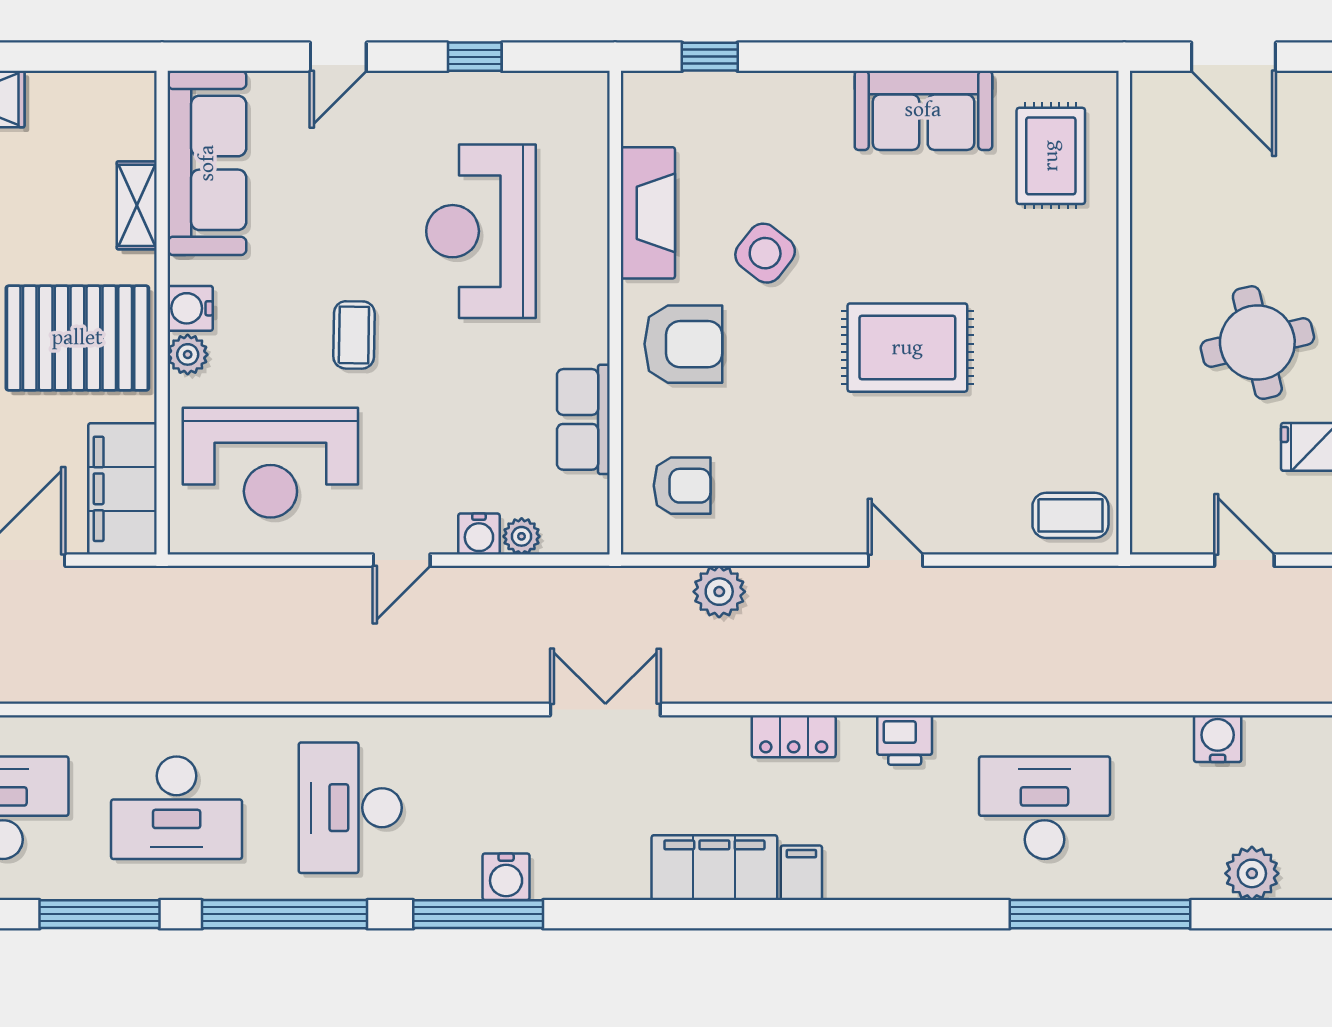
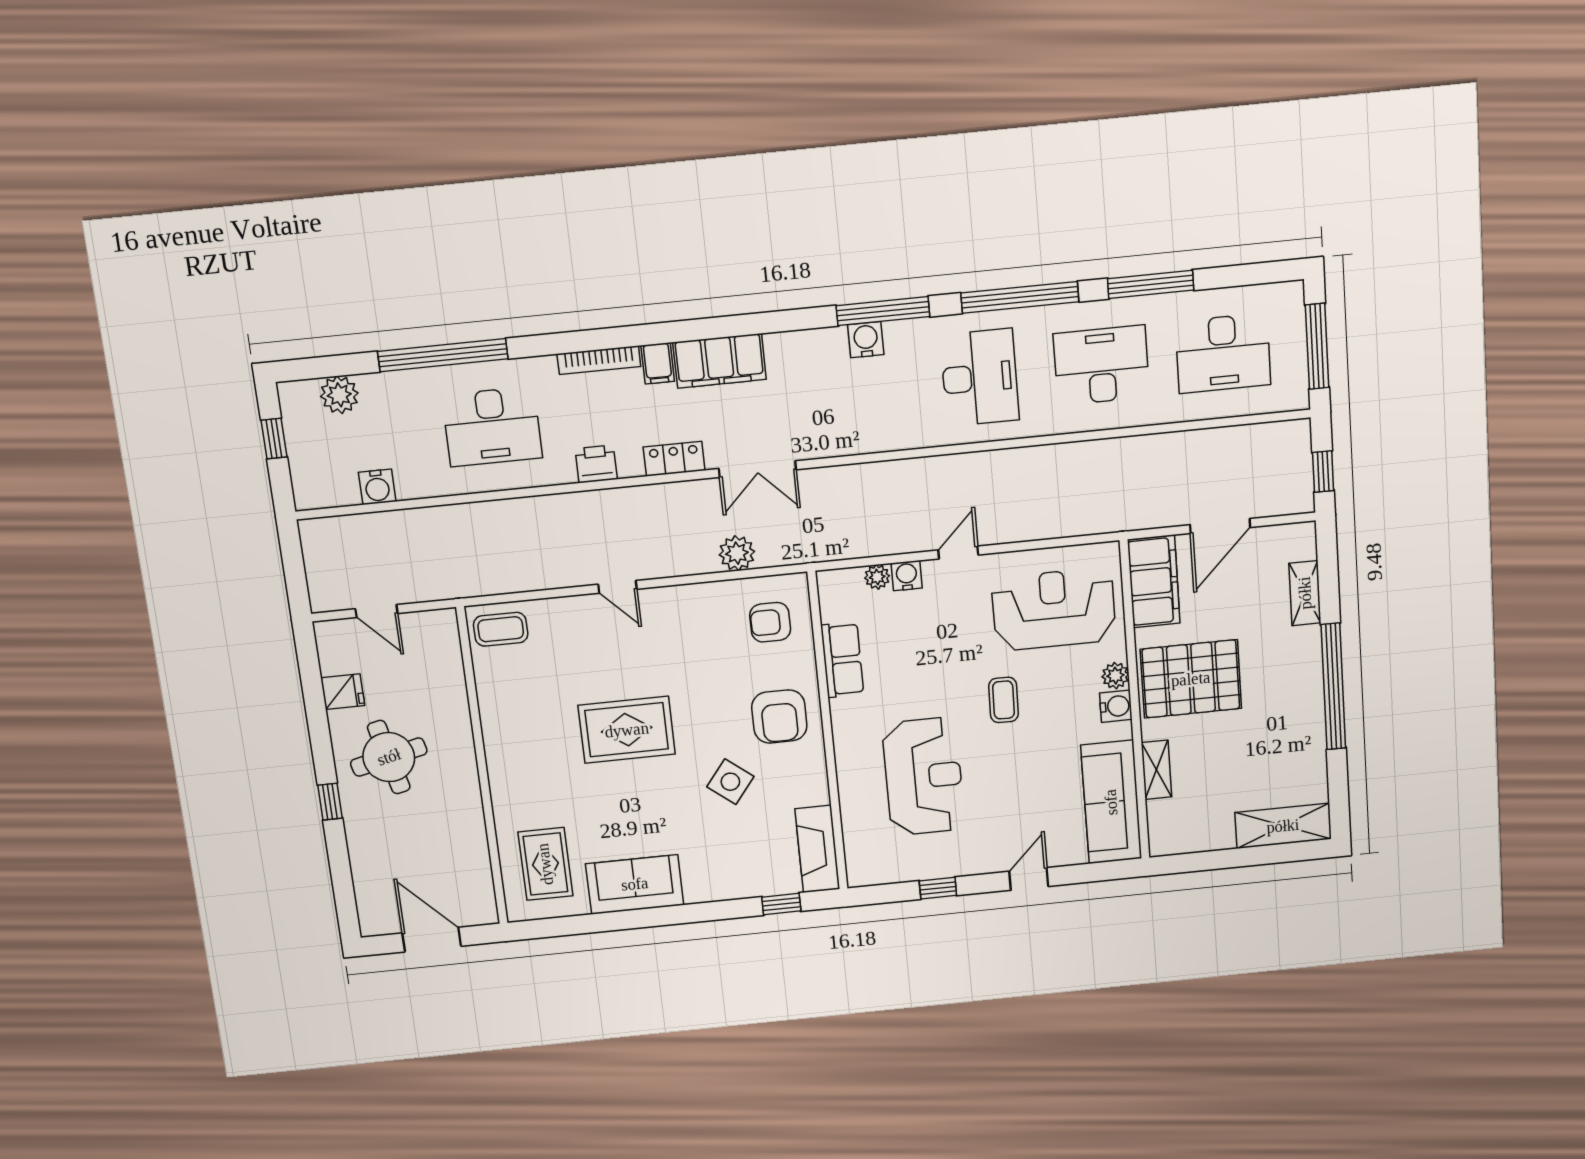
fireplace: (648, 213) -> (817, 849), moved
armchair: (683, 344) -> (779, 717), turned -90
double door: (605, 710) -> (757, 469), moved
bookcase: (883, 885) -> (599, 360), added

